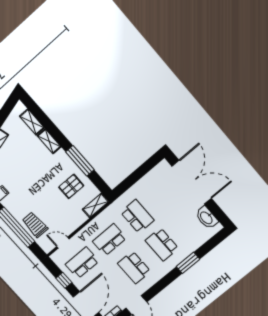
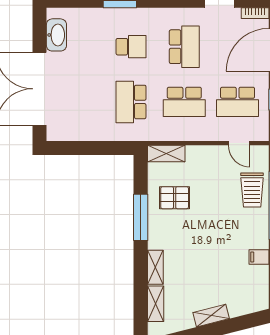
school desk: (162, 244) -> (131, 47), width x0.54

